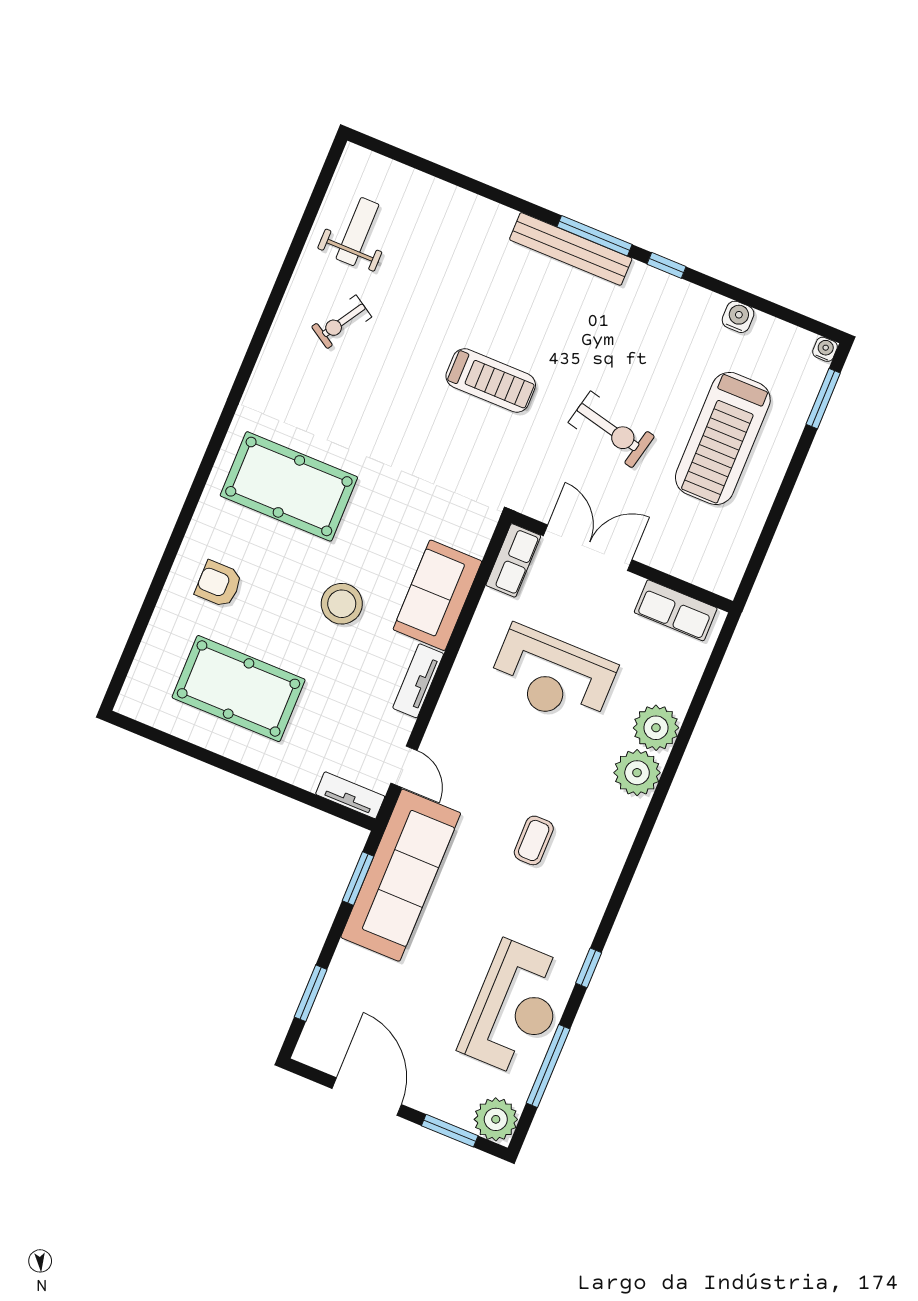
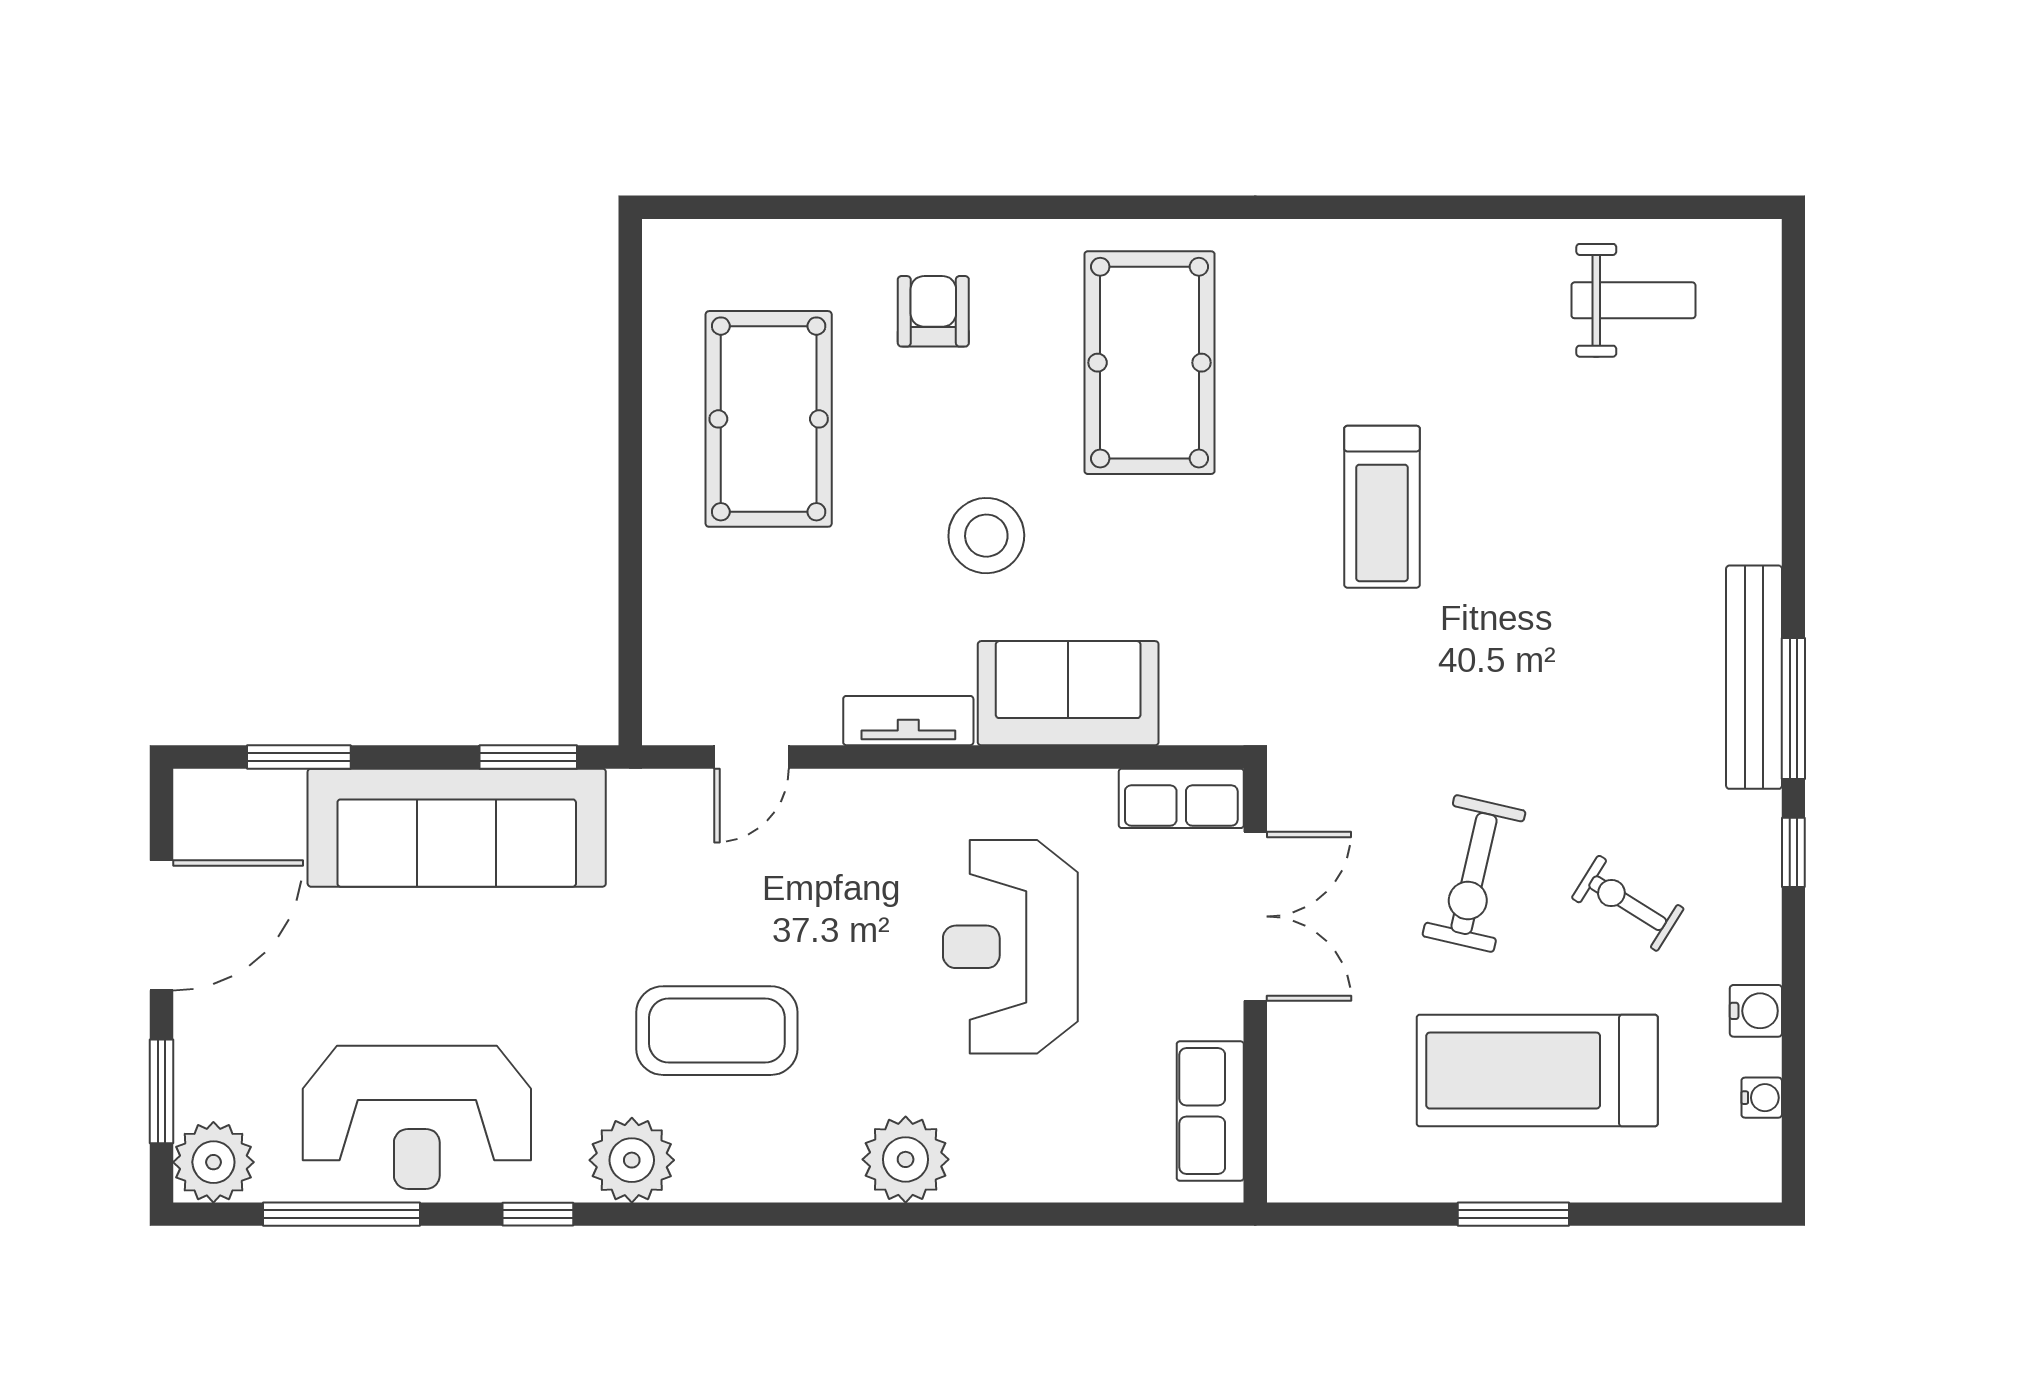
exercise bike: (342, 322) -> (1628, 903), moved
water cooler: (825, 349) -> (1762, 1098), moved
treadmill: (491, 380) -> (1382, 507), moved
window: (823, 399) -> (1513, 1214), moved
plant: (656, 728) -> (632, 1160), moved
tv unit: (350, 795) -> (665, 685), removed
coffee table: (534, 840) -> (717, 1031), width x1.86, depth x1.72
sofa: (401, 875) -> (457, 828), moved

